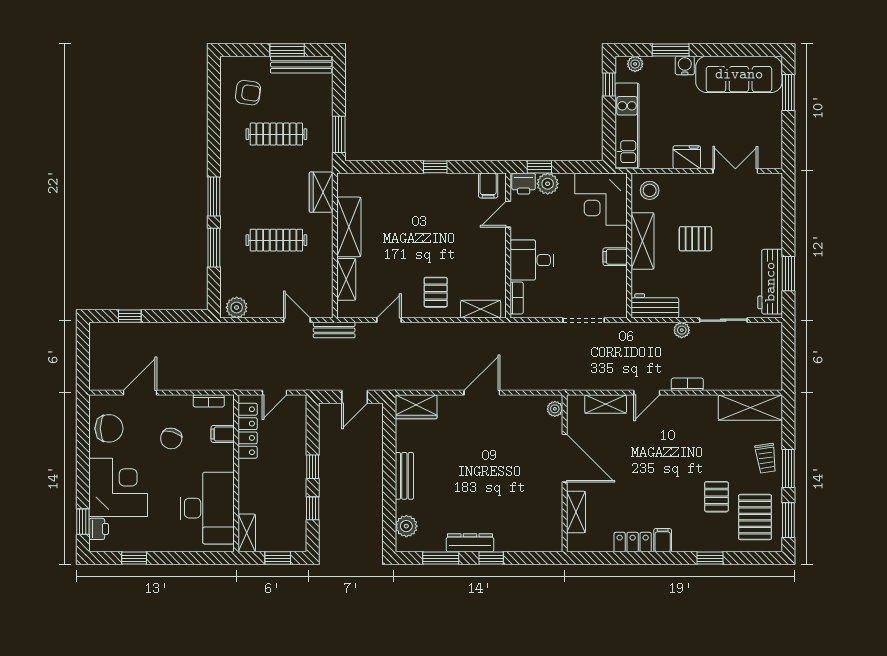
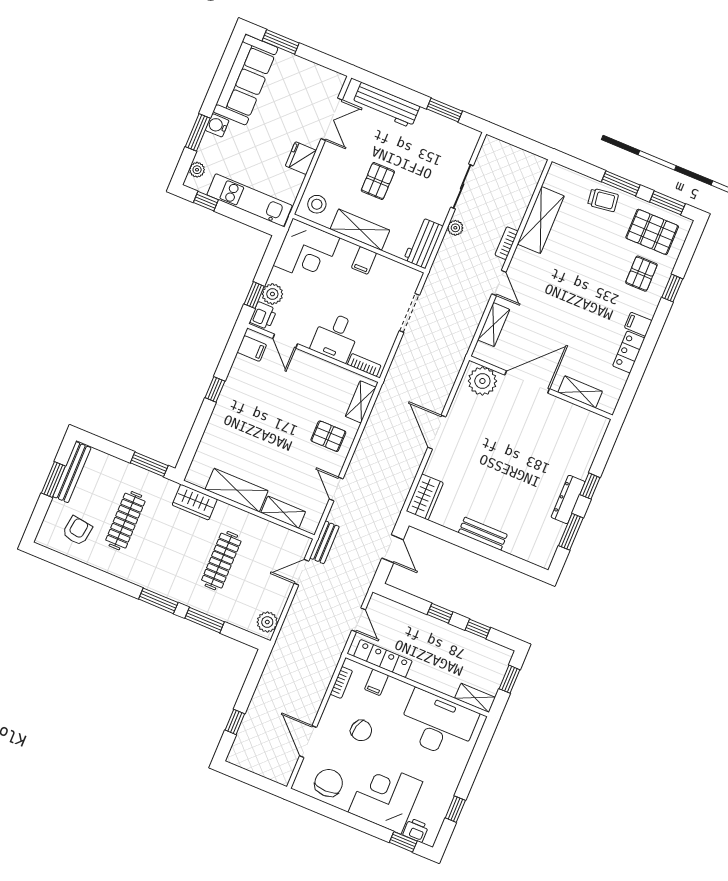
double door: (735, 171) -> (332, 119), swing flipped
workbench: (770, 282) -> (386, 105), moved
shelving: (750, 408) -> (541, 220), moved
plant: (555, 409) -> (482, 381), width x1.88, depth x1.88
pallet: (716, 497) -> (641, 274), moved, turned 90
plant: (406, 526) -> (529, 551), removed

